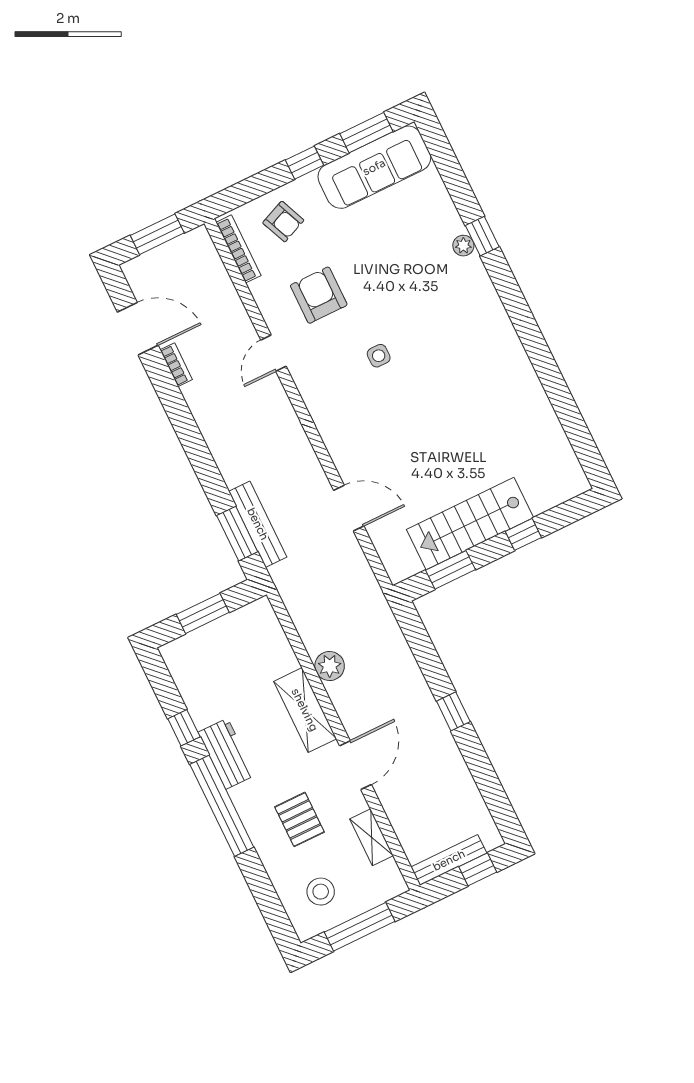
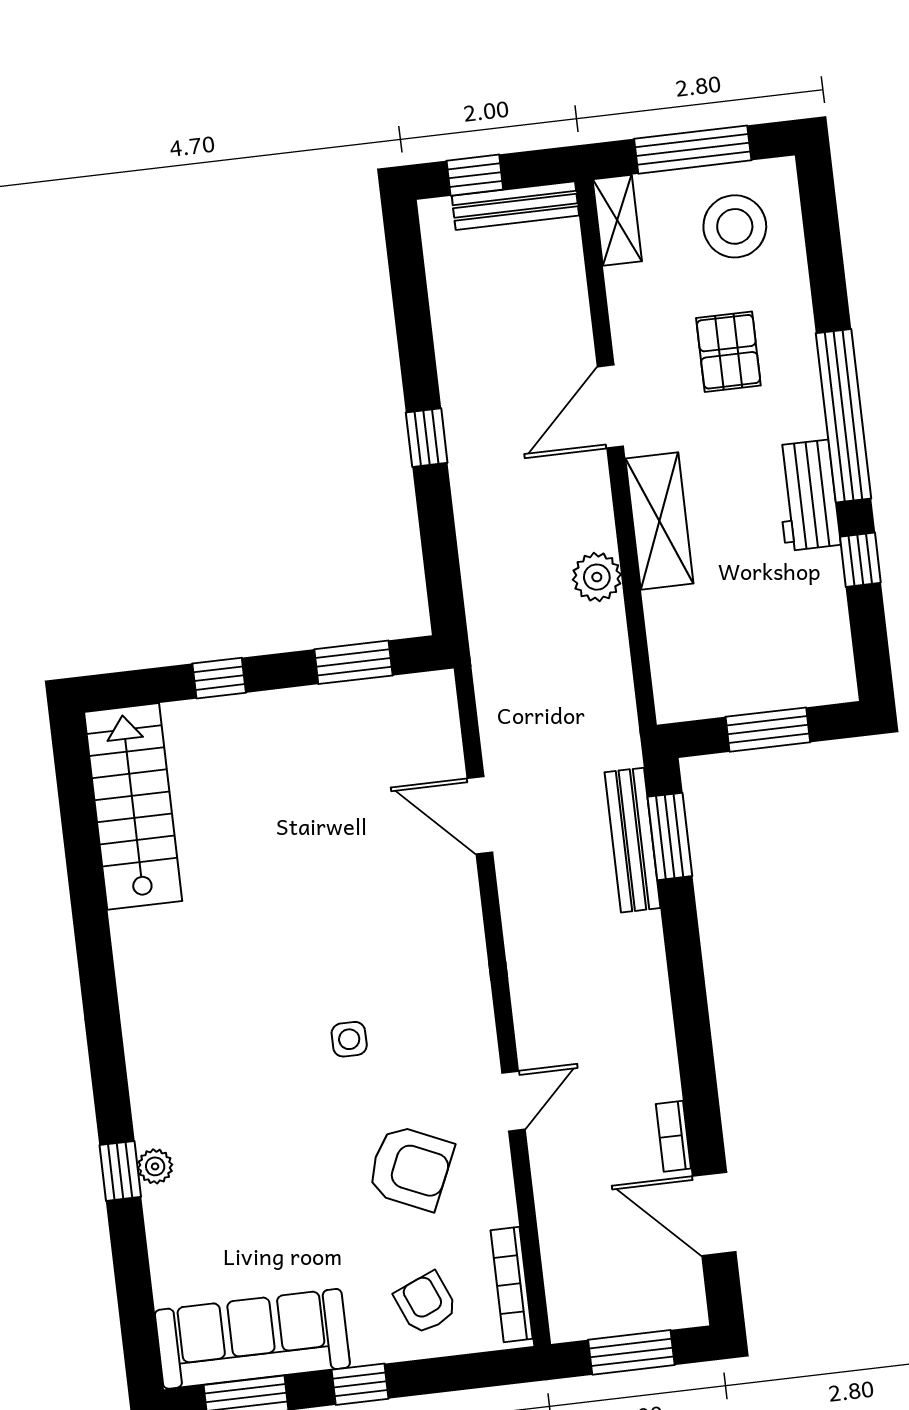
armchair: (319, 295) -> (410, 1168), turned -66
stairs: (470, 523) -> (133, 806), moved, turned -90
shelving: (372, 837) -> (617, 220), moved
stool: (321, 892) -> (735, 226), width x1.38, depth x1.38

